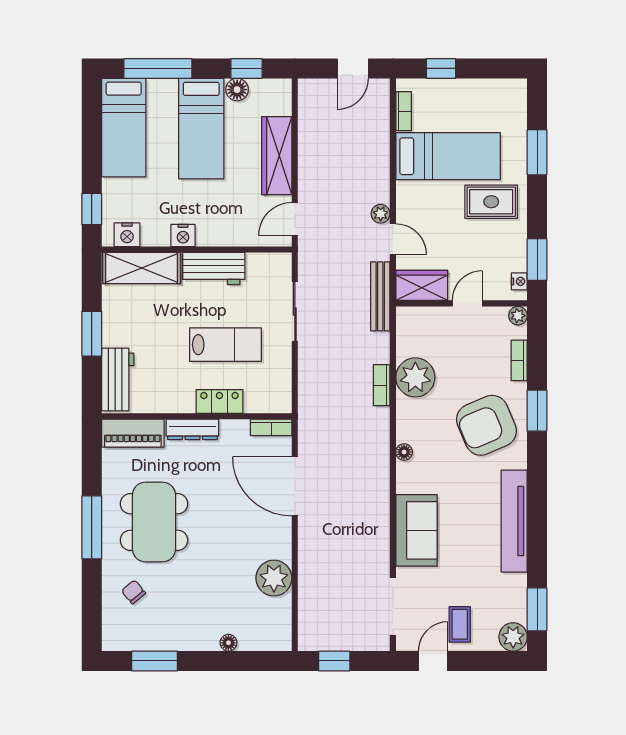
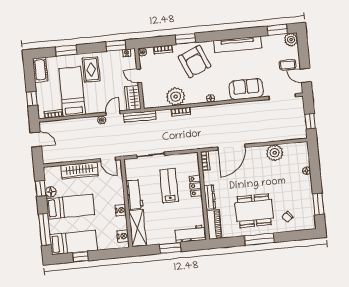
cot: (501, 92) -> (40, 70), added
window: (92, 209) -> (80, 257), moved

